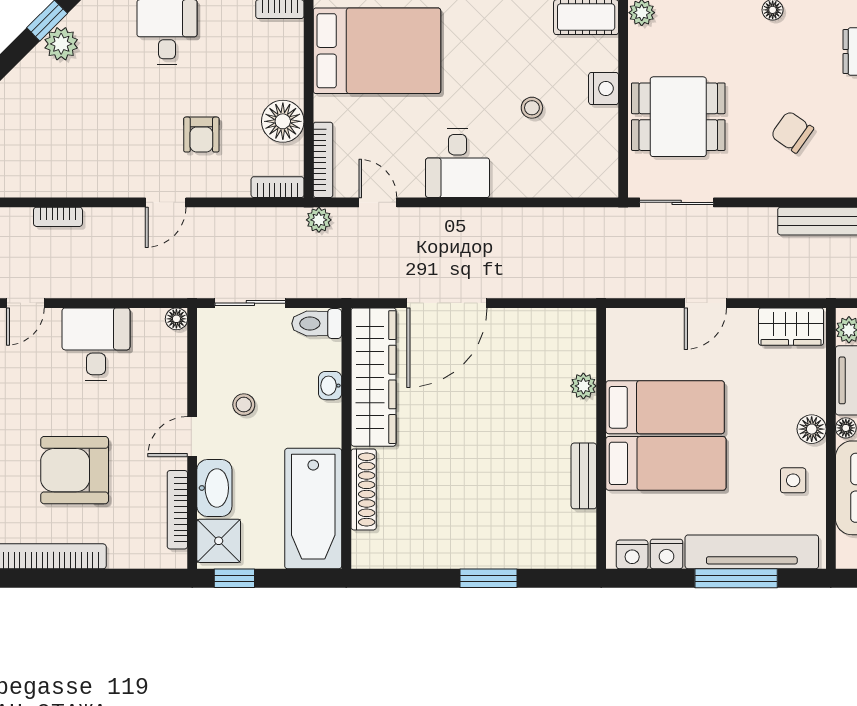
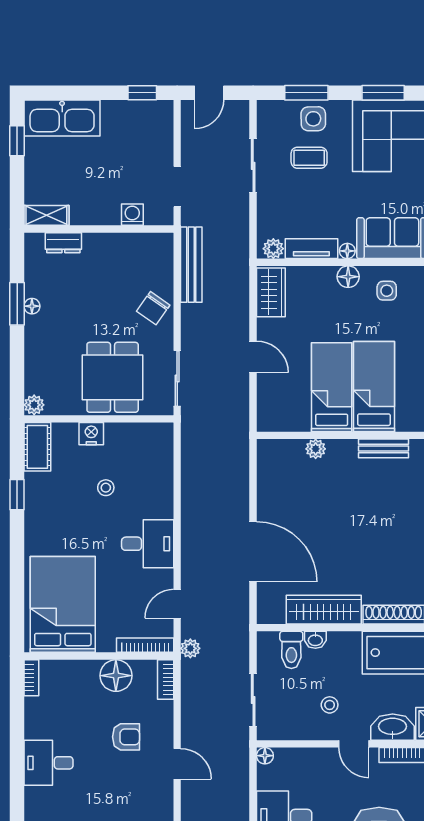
chair: (792, 132) -> (153, 308), moved
toilet: (317, 324) -> (291, 650), moved
wardrobe: (374, 377) -> (324, 610), width x0.71, depth x0.85

